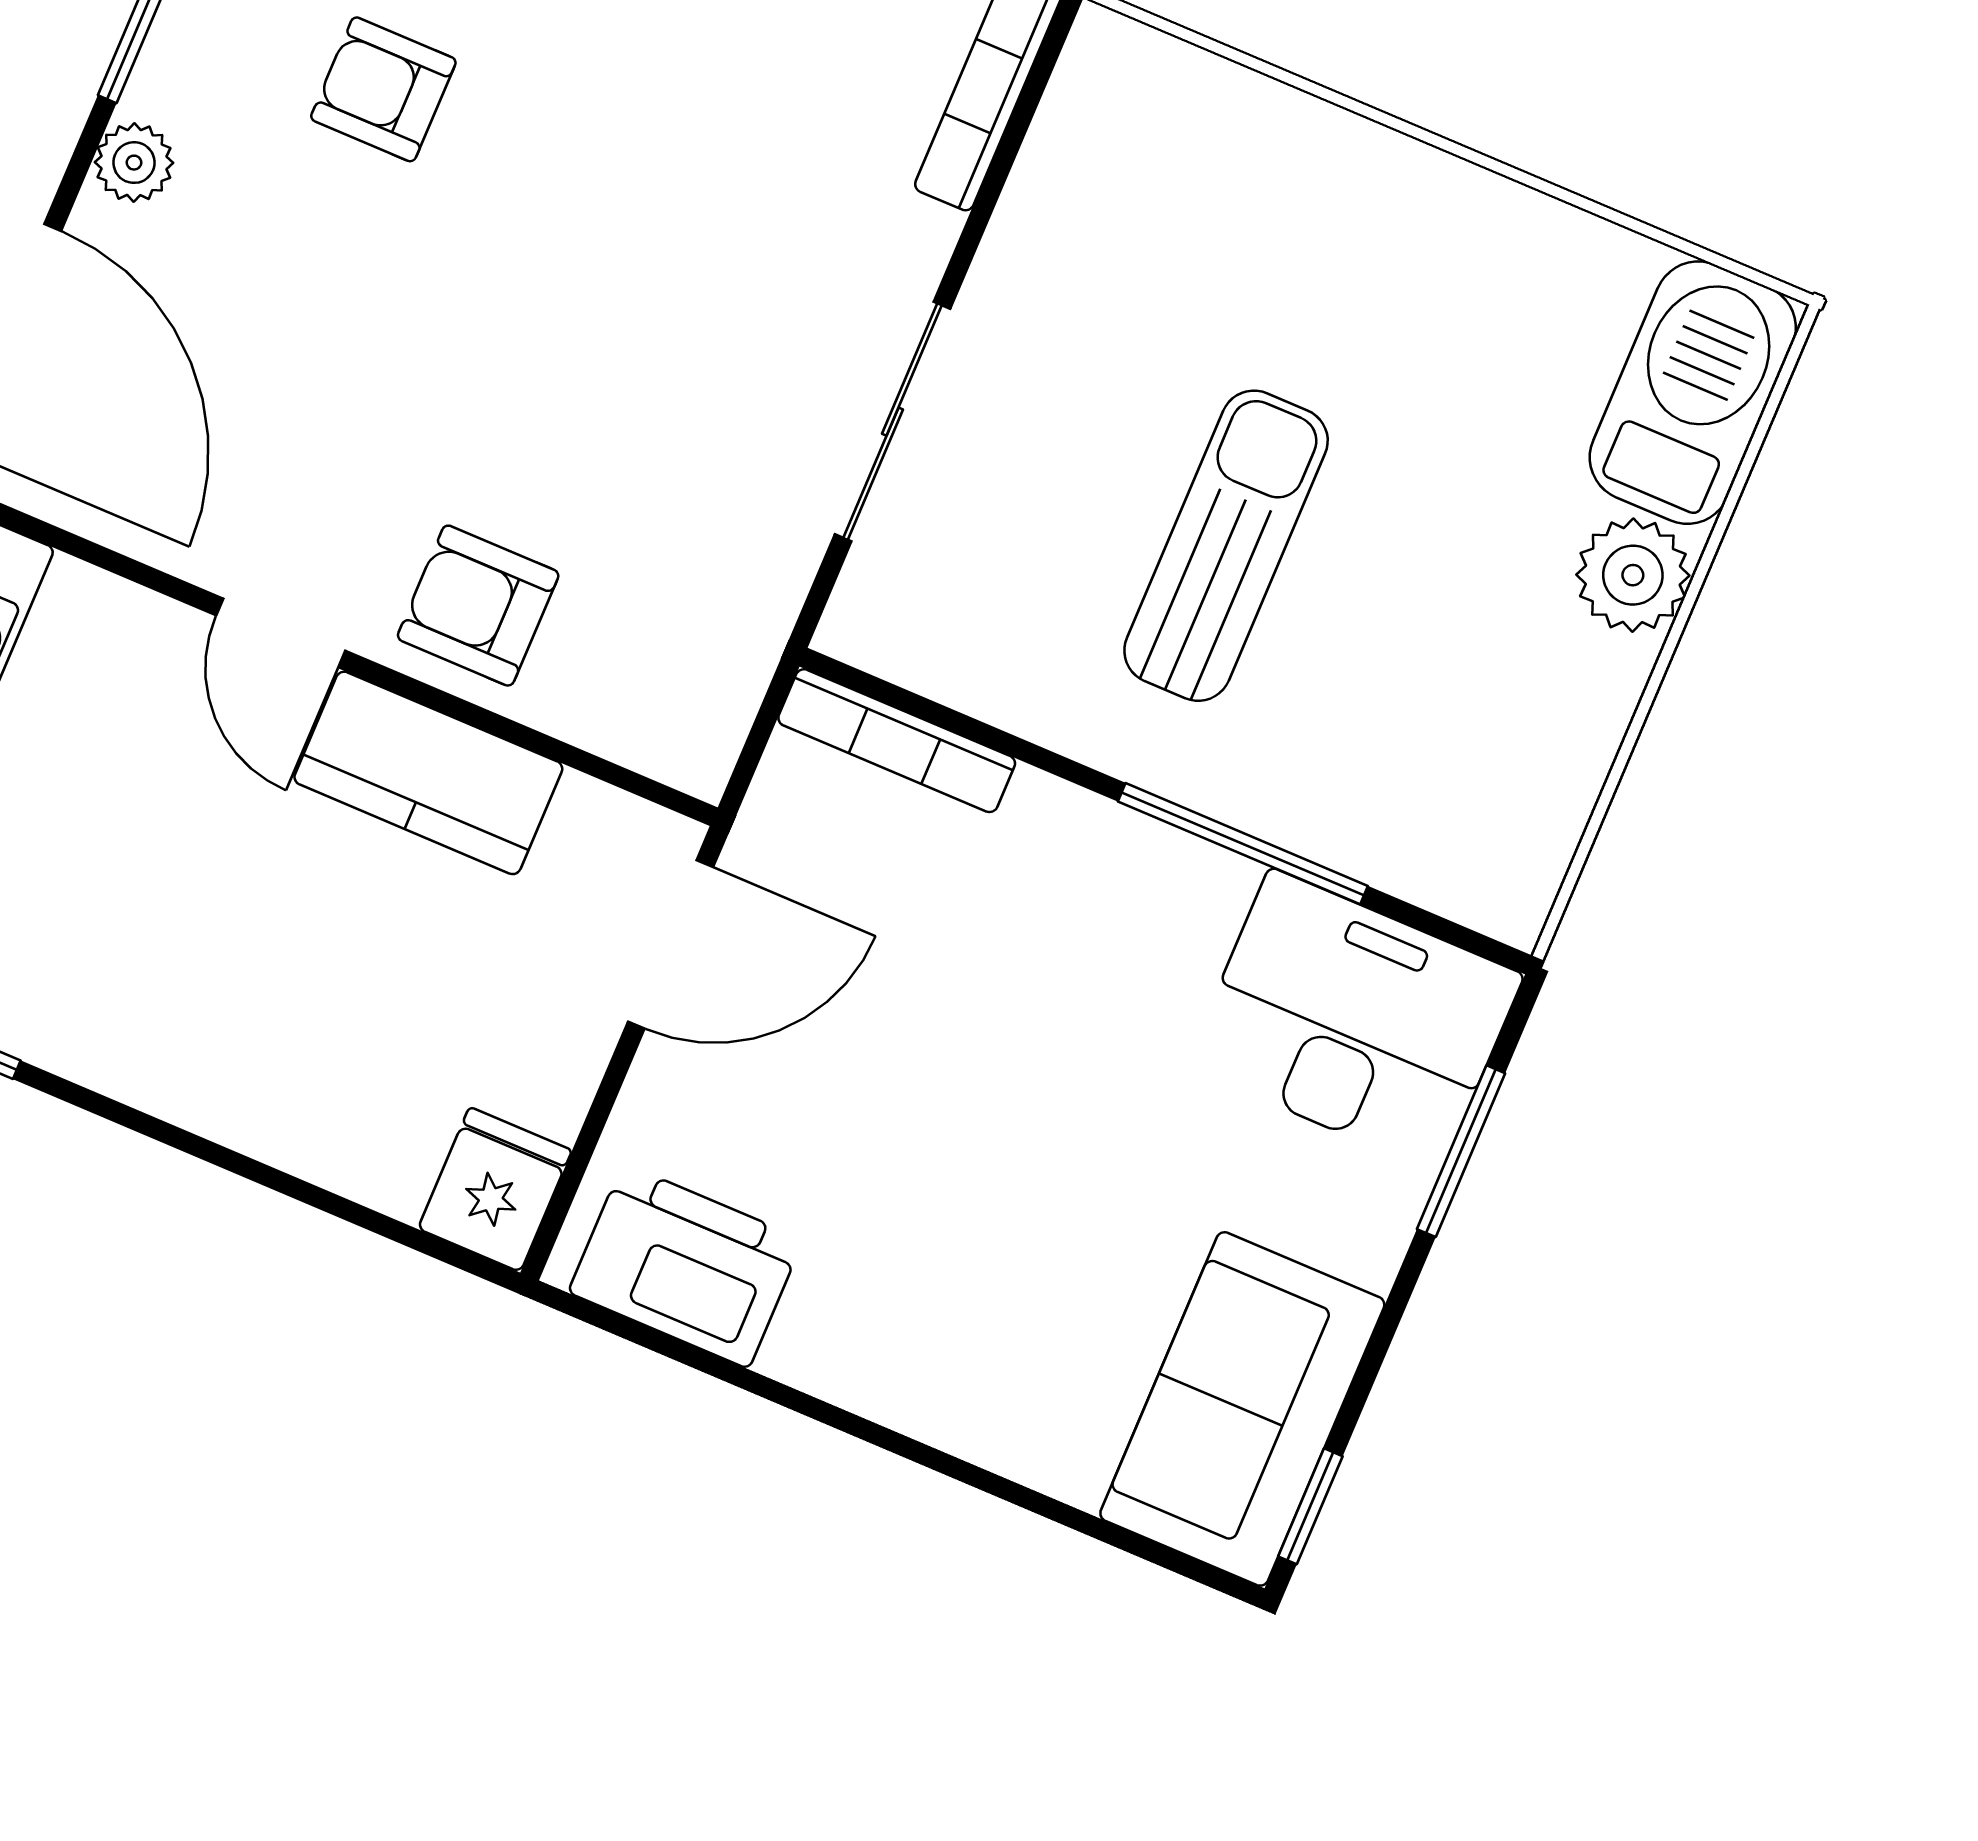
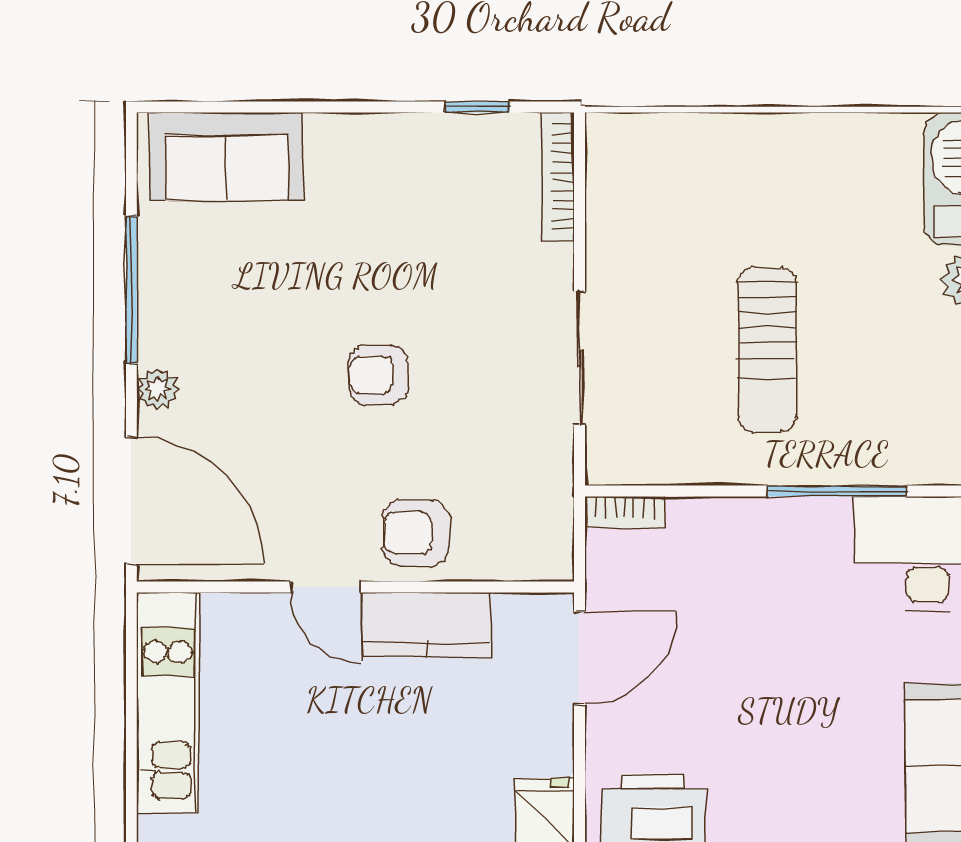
armchair: (383, 89) -> (379, 375), moved
sun lounger: (1226, 546) -> (767, 350), turned 180
bookcase: (897, 741) -> (625, 512), width x0.64

